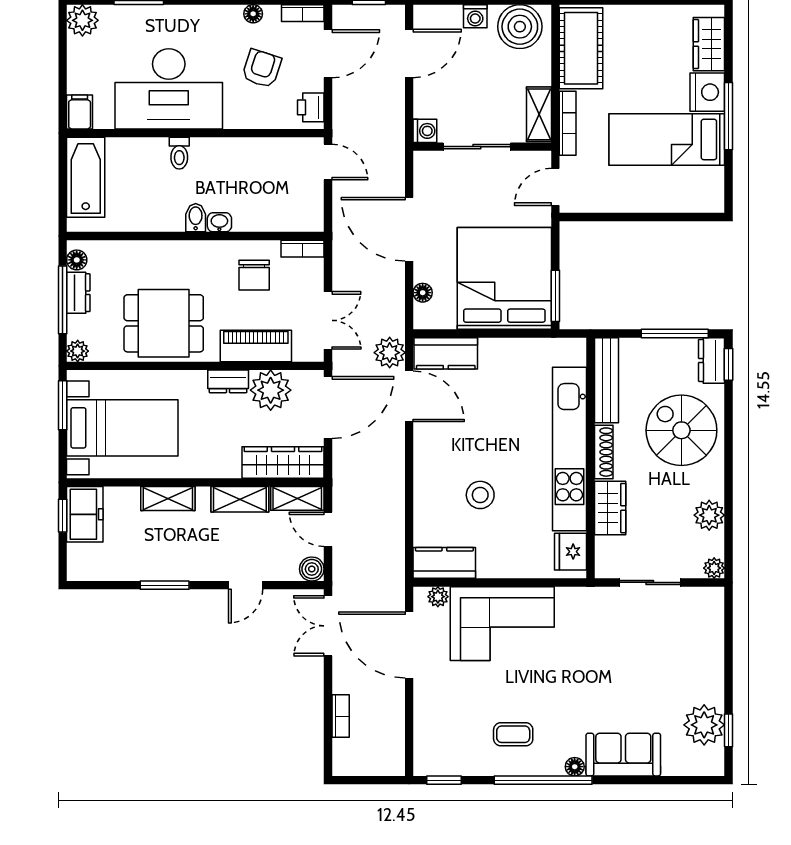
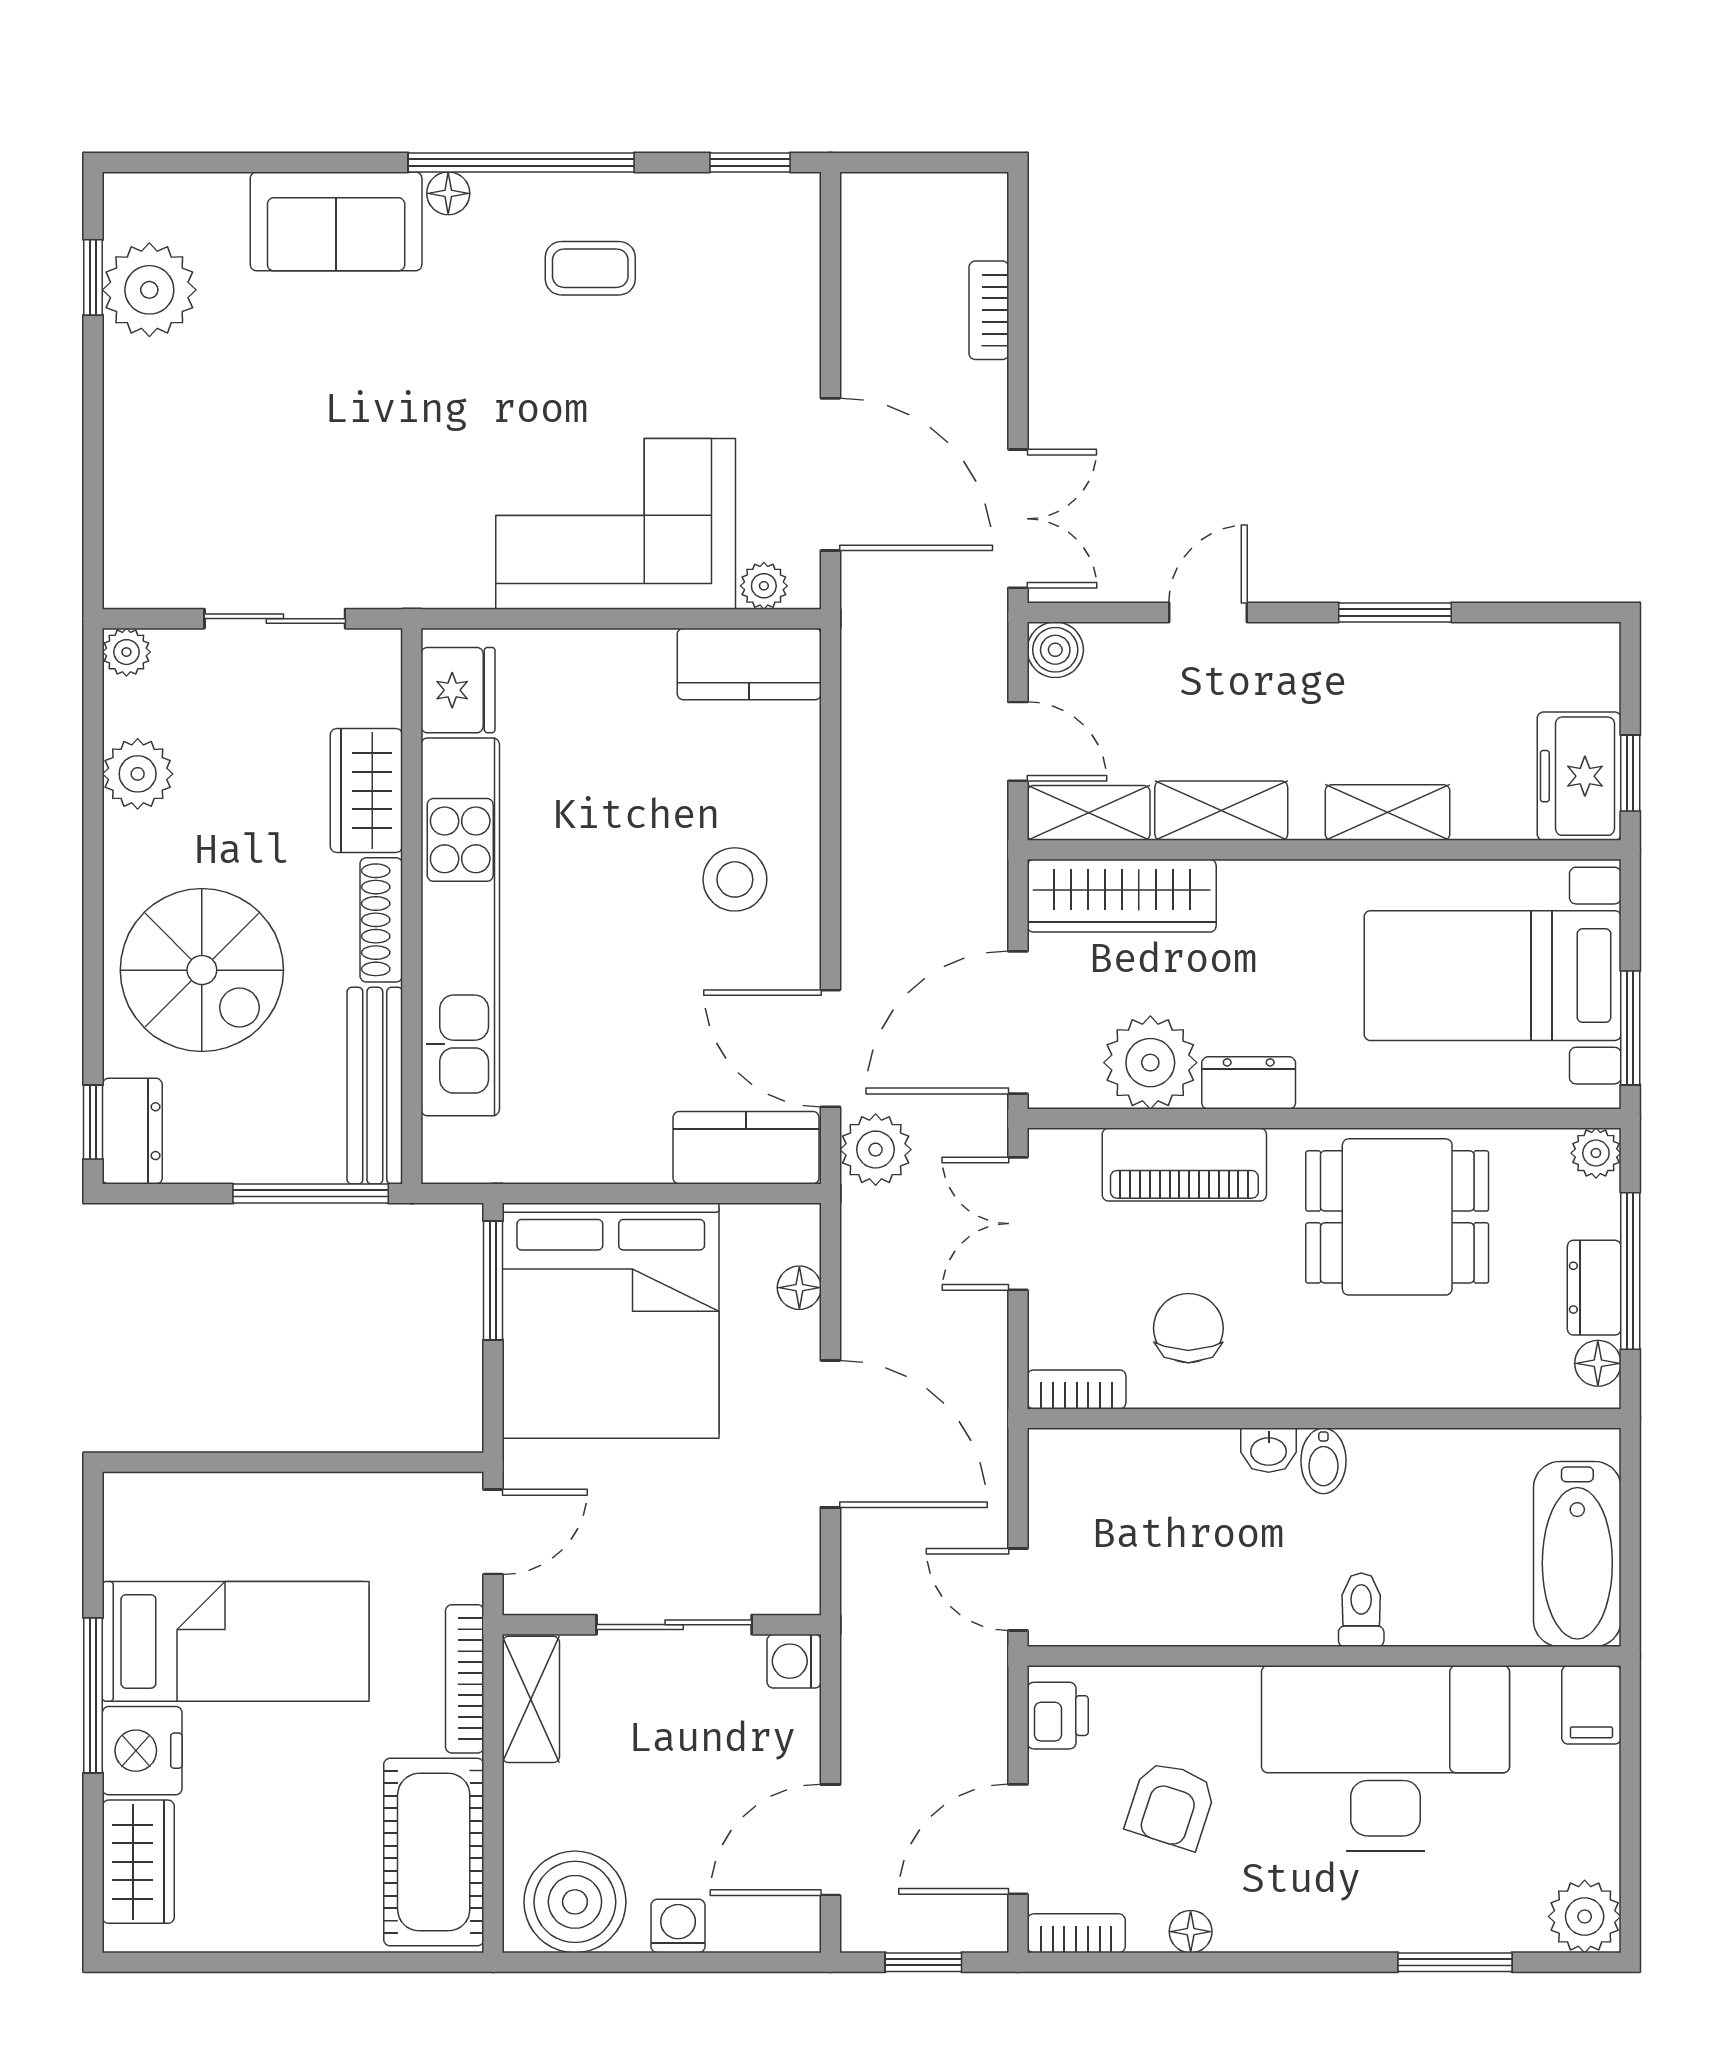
window: (675, 333) -> (311, 1194), moved
stool: (480, 495) -> (735, 879), moved

